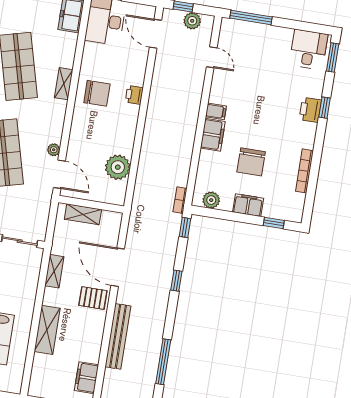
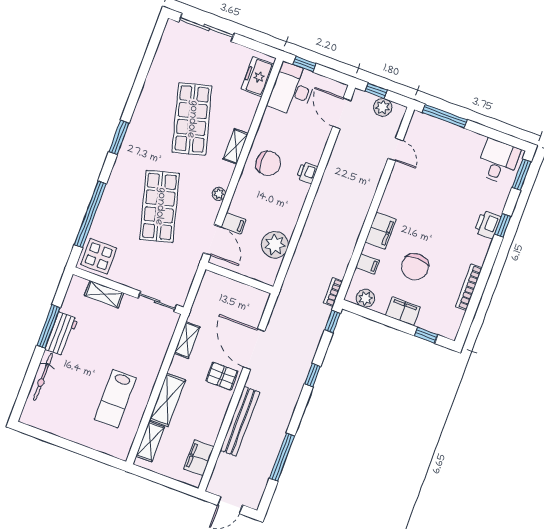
filing cabinet: (216, 111) -> (367, 264), moved
plant: (54, 150) -> (219, 194), moved
filing cabinet: (76, 155) -> (233, 223), added
shelving: (83, 214) -> (150, 442), moved, turned 90

